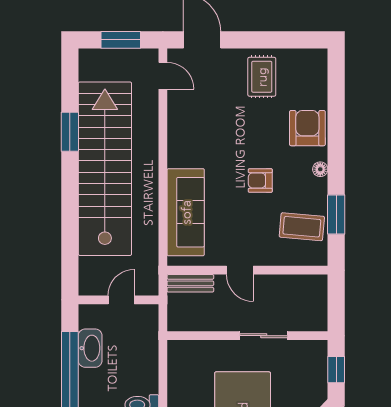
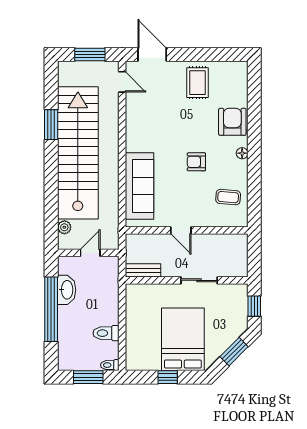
window: (336, 214) -> (254, 188), removed
coffee table: (302, 227) -> (228, 197), width x0.73, depth x0.77
plant: (87, 266) -> (64, 227), added
bench: (190, 283) -> (143, 270), moved

